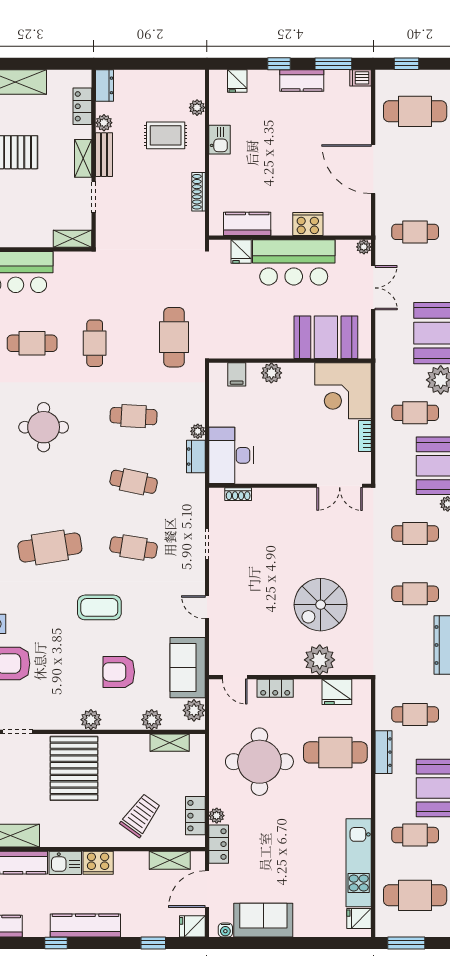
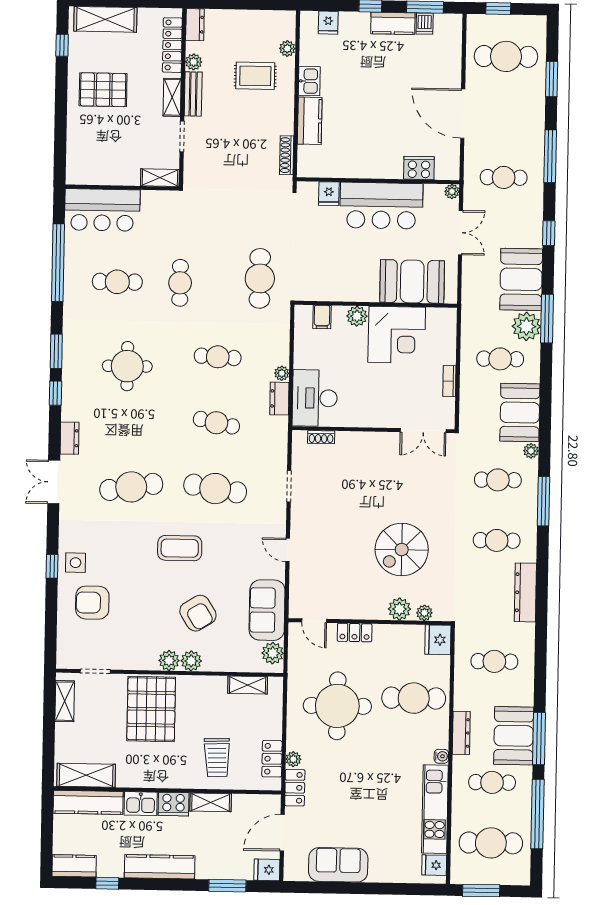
dishwasher: (360, 78) -> (425, 24), moved, turned -90
locker: (82, 106) -> (172, 45), width x1.53
shoe rack: (198, 192) -> (287, 155), moved
kitchen counter: (247, 224) -> (310, 121), moved, turned 90
cooker: (308, 224) -> (419, 168), moved
corner desk: (343, 391) -> (397, 335), moved, turned -90
cafe table: (134, 547) -> (215, 489), width x1.37, depth x1.35
plant: (320, 660) -> (399, 609), width x0.73, depth x0.73
plant: (344, 667) -> (424, 613), added
armchair: (119, 672) -> (198, 613), turned -122
fridge: (337, 692) -> (438, 640), moved, turned 90
plant: (152, 720) -> (191, 661), moved
dresser: (383, 752) -> (461, 733), moved
trolley: (141, 815) -> (217, 757), turned 142
shelving: (170, 860) -> (211, 802), moved
water cooler: (225, 930) -> (441, 756), moved, turned -90
window: (56, 943) -> (107, 883), moved
window: (153, 943) -> (227, 886), width x1.50

